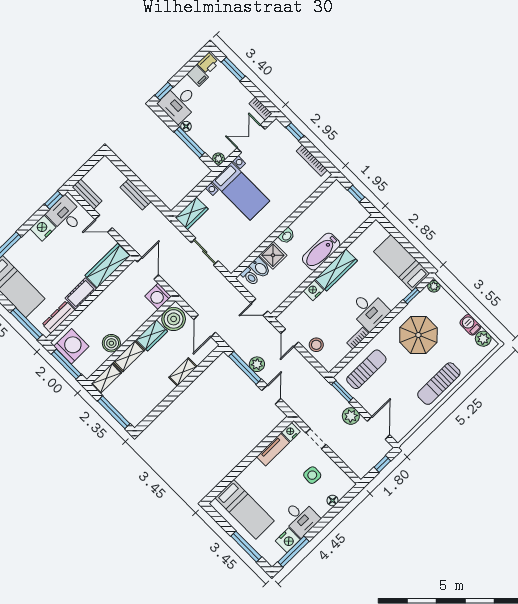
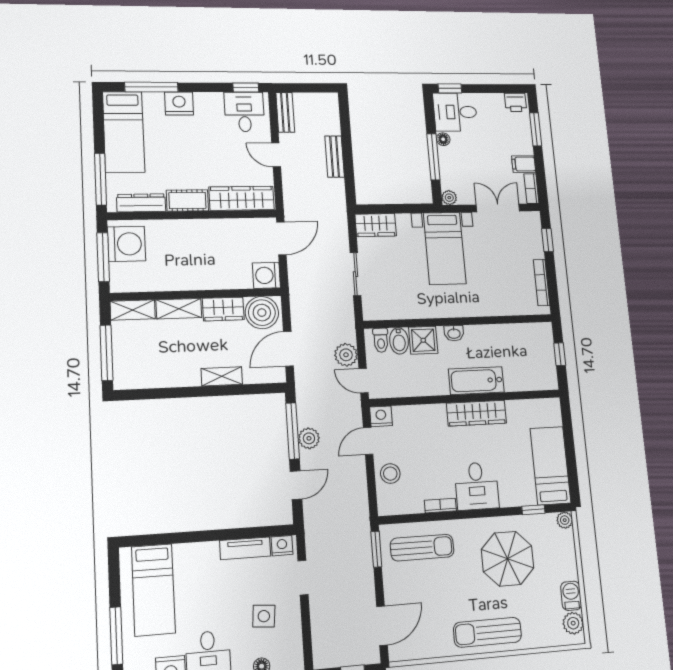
filing cabinet: (198, 76) -> (524, 164), moved, turned 90
nightstand: (43, 228) -> (179, 103), moved
nightstand: (313, 290) -> (381, 416), moved
boiler: (111, 343) -> (172, 279), removed
plant: (351, 416) -> (346, 355), moved

